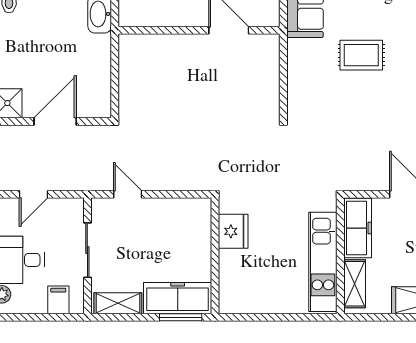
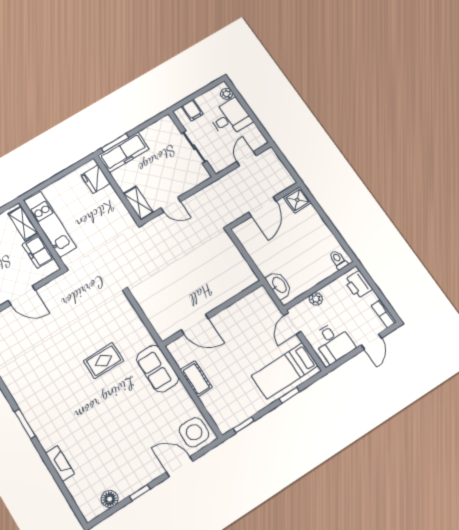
door: (128, 194) -> (171, 205), moved
freezer: (358, 228) -> (38, 251), width x0.71
fridge: (233, 231) -> (96, 179), moved
shelving: (118, 303) -> (138, 203), moved, turned 90

